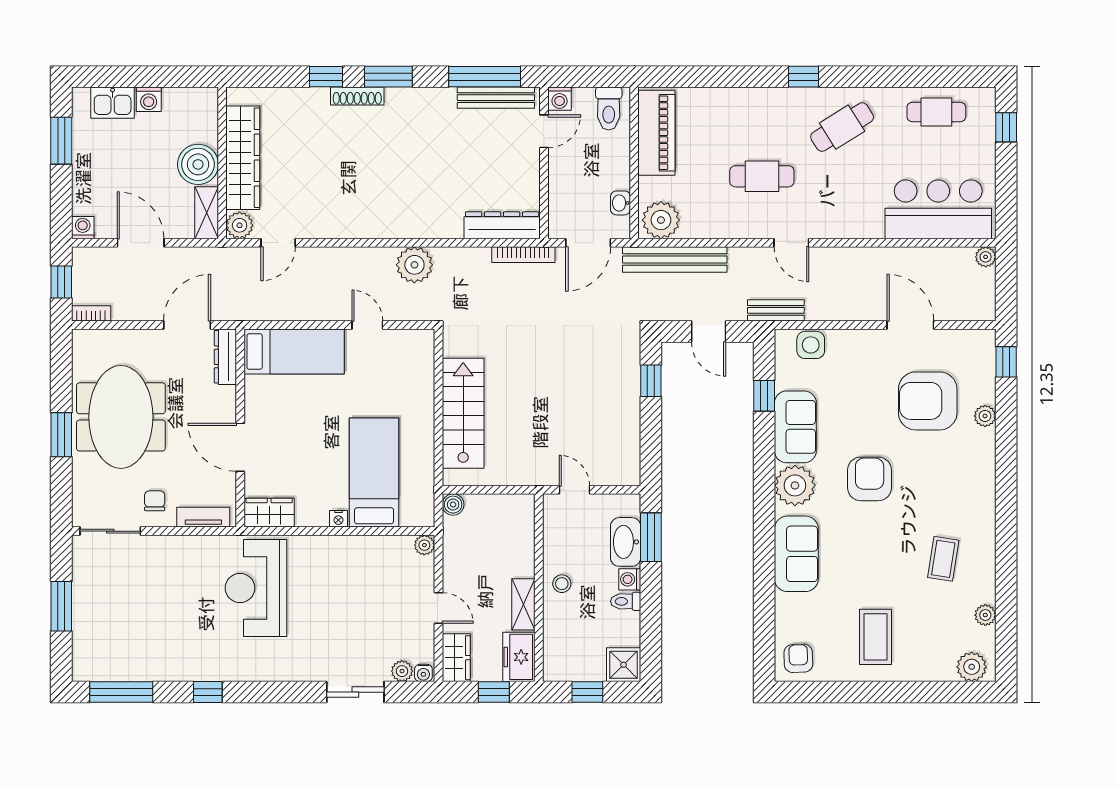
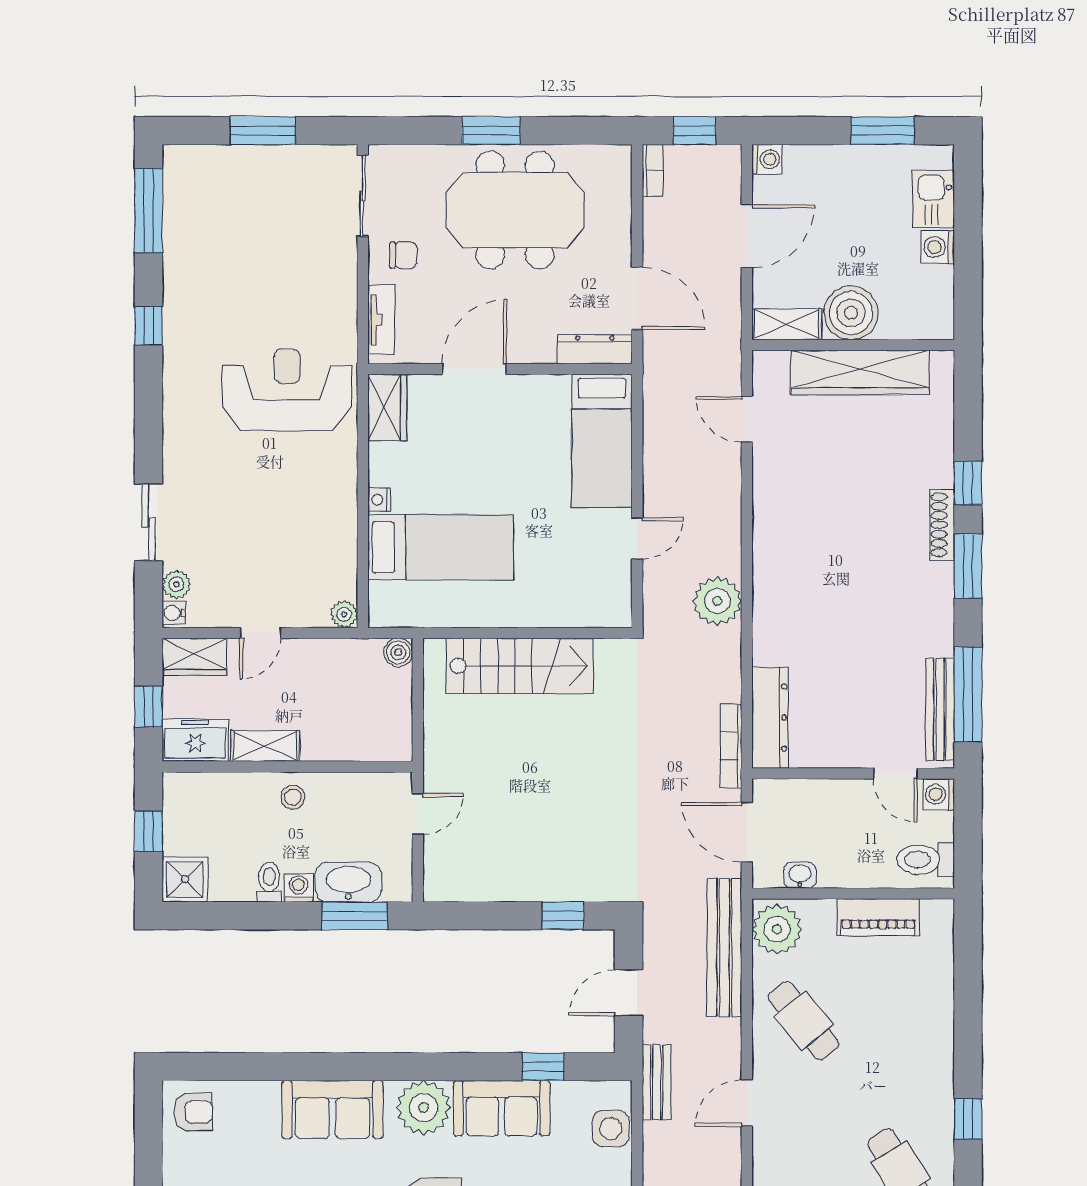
piano: (656, 133) -> (878, 917), width x0.73, depth x0.75
cafe table: (762, 176) -> (804, 1021), moved, turned -39
plant: (240, 225) -> (770, 368), removed

